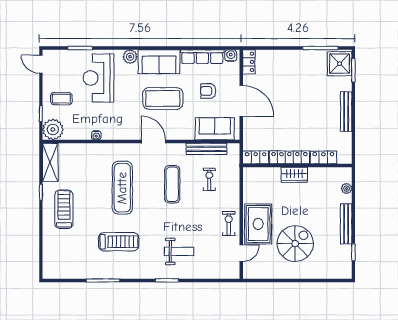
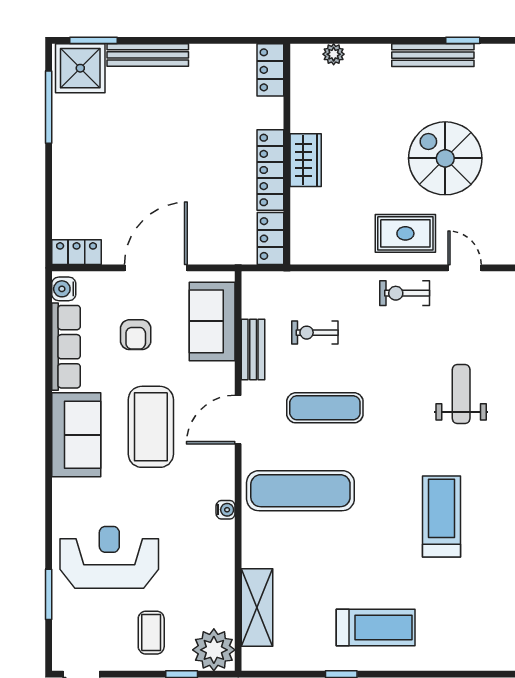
plant: (130, 57) -> (66, 493), removed
reception desk: (98, 78) -> (109, 557), turned 180
bench: (346, 112) -> (148, 55), moved
water cooler: (96, 135) -> (226, 510), moved
door: (153, 142) -> (238, 420), moved
bench: (206, 149) -> (253, 349), width x0.73
locker: (323, 157) -> (270, 70), moved
shelving: (50, 162) -> (257, 607), moved, turned 90
exercise mat: (122, 188) -> (300, 491), moved
treadmill: (64, 209) -> (376, 627), turned 180
rug: (258, 224) -> (405, 233), width x0.73, depth x0.70
bench: (346, 224) -> (433, 55), moved

